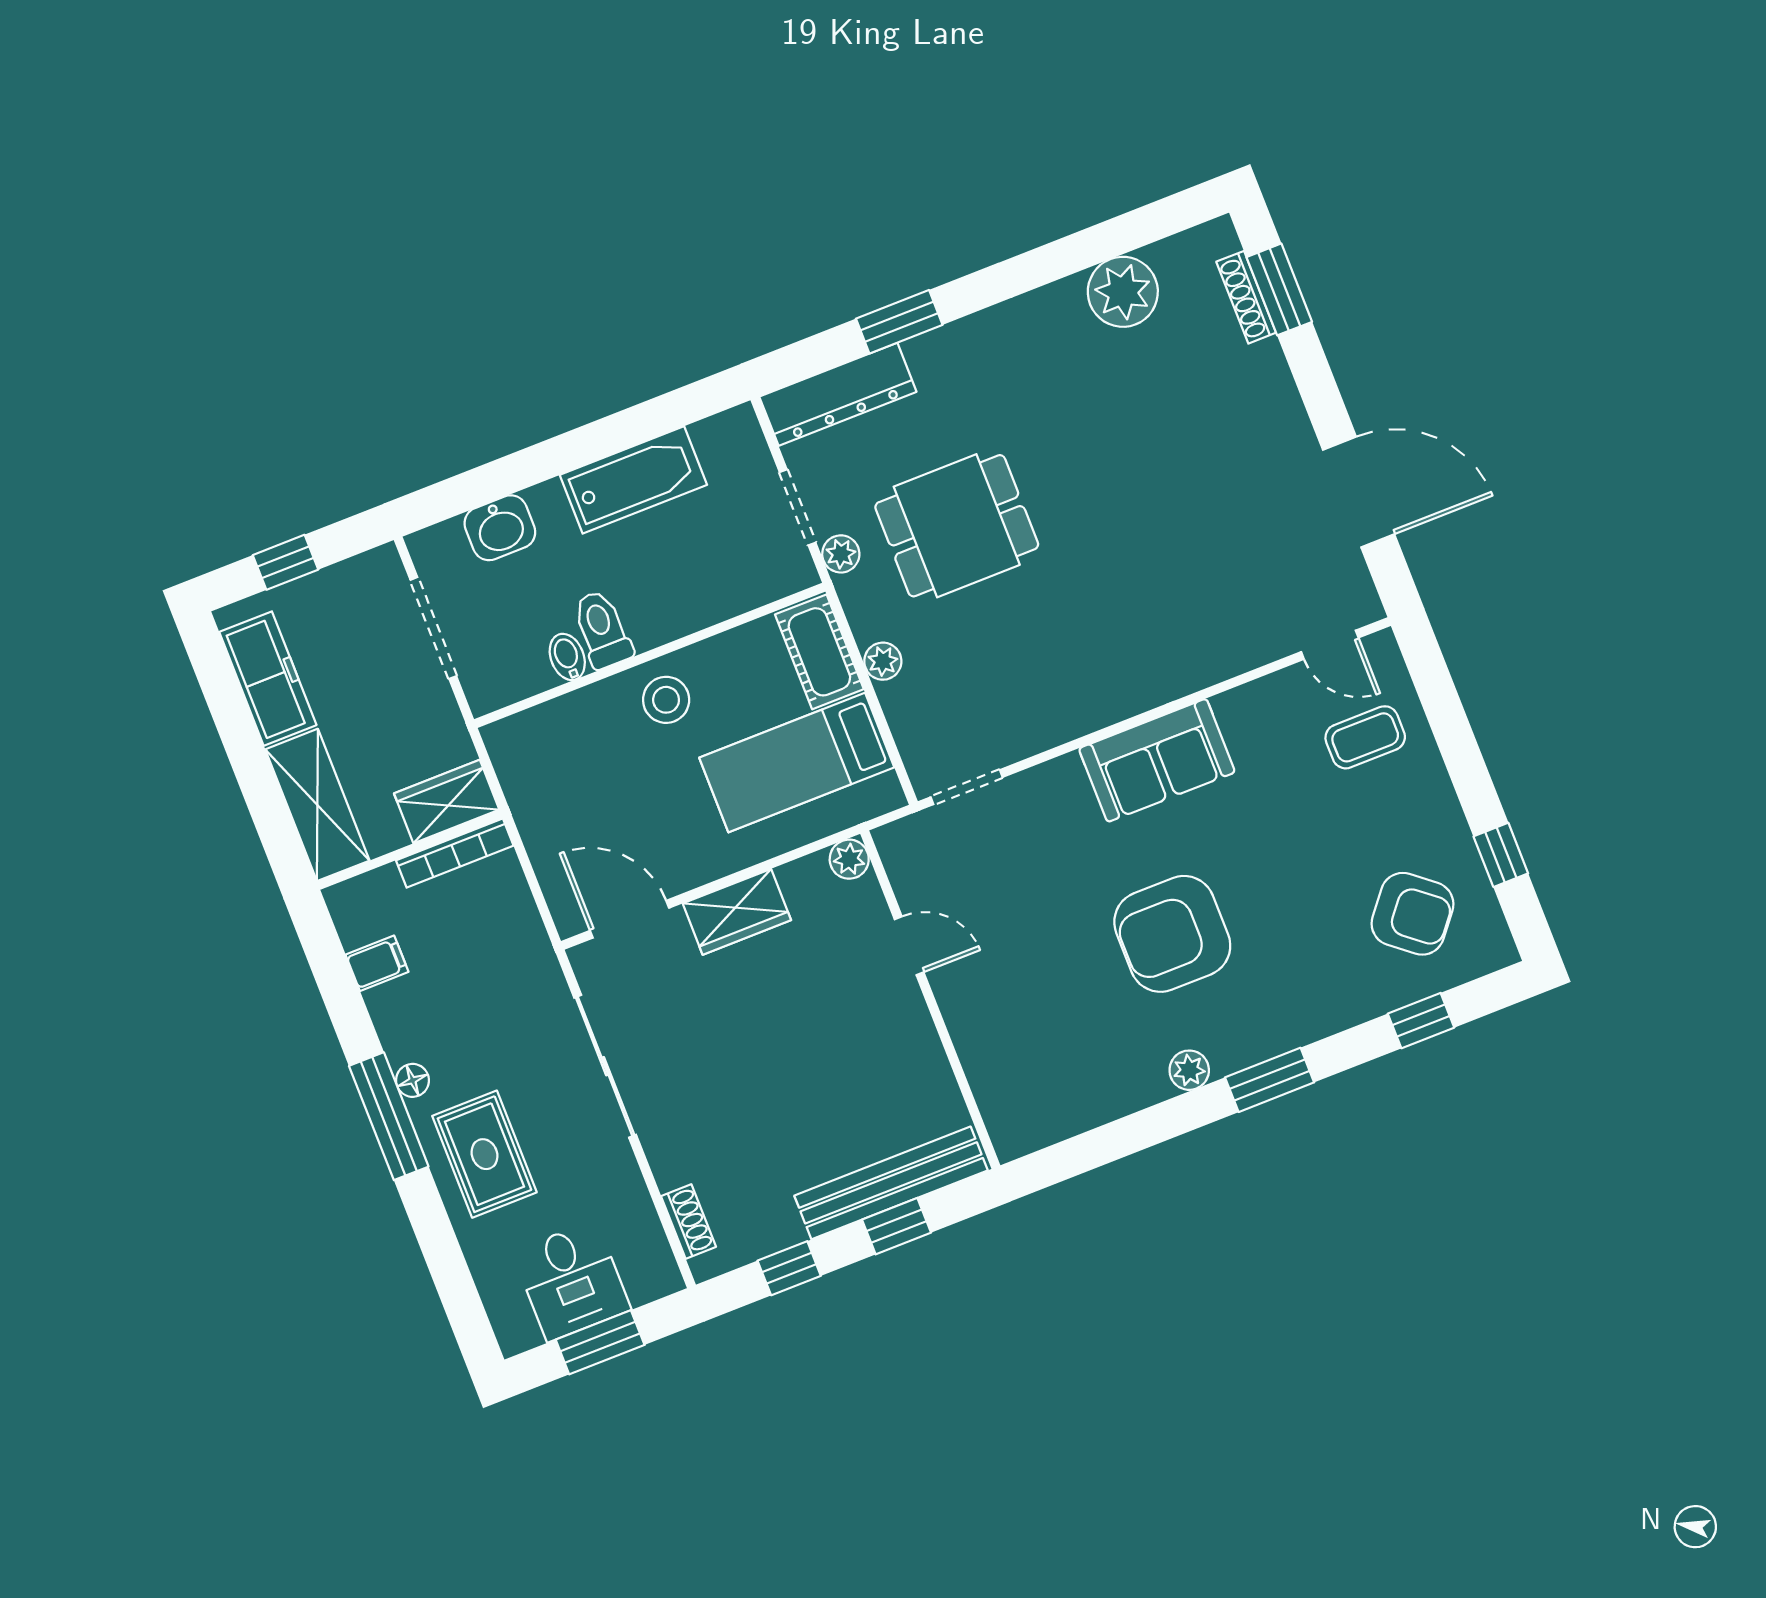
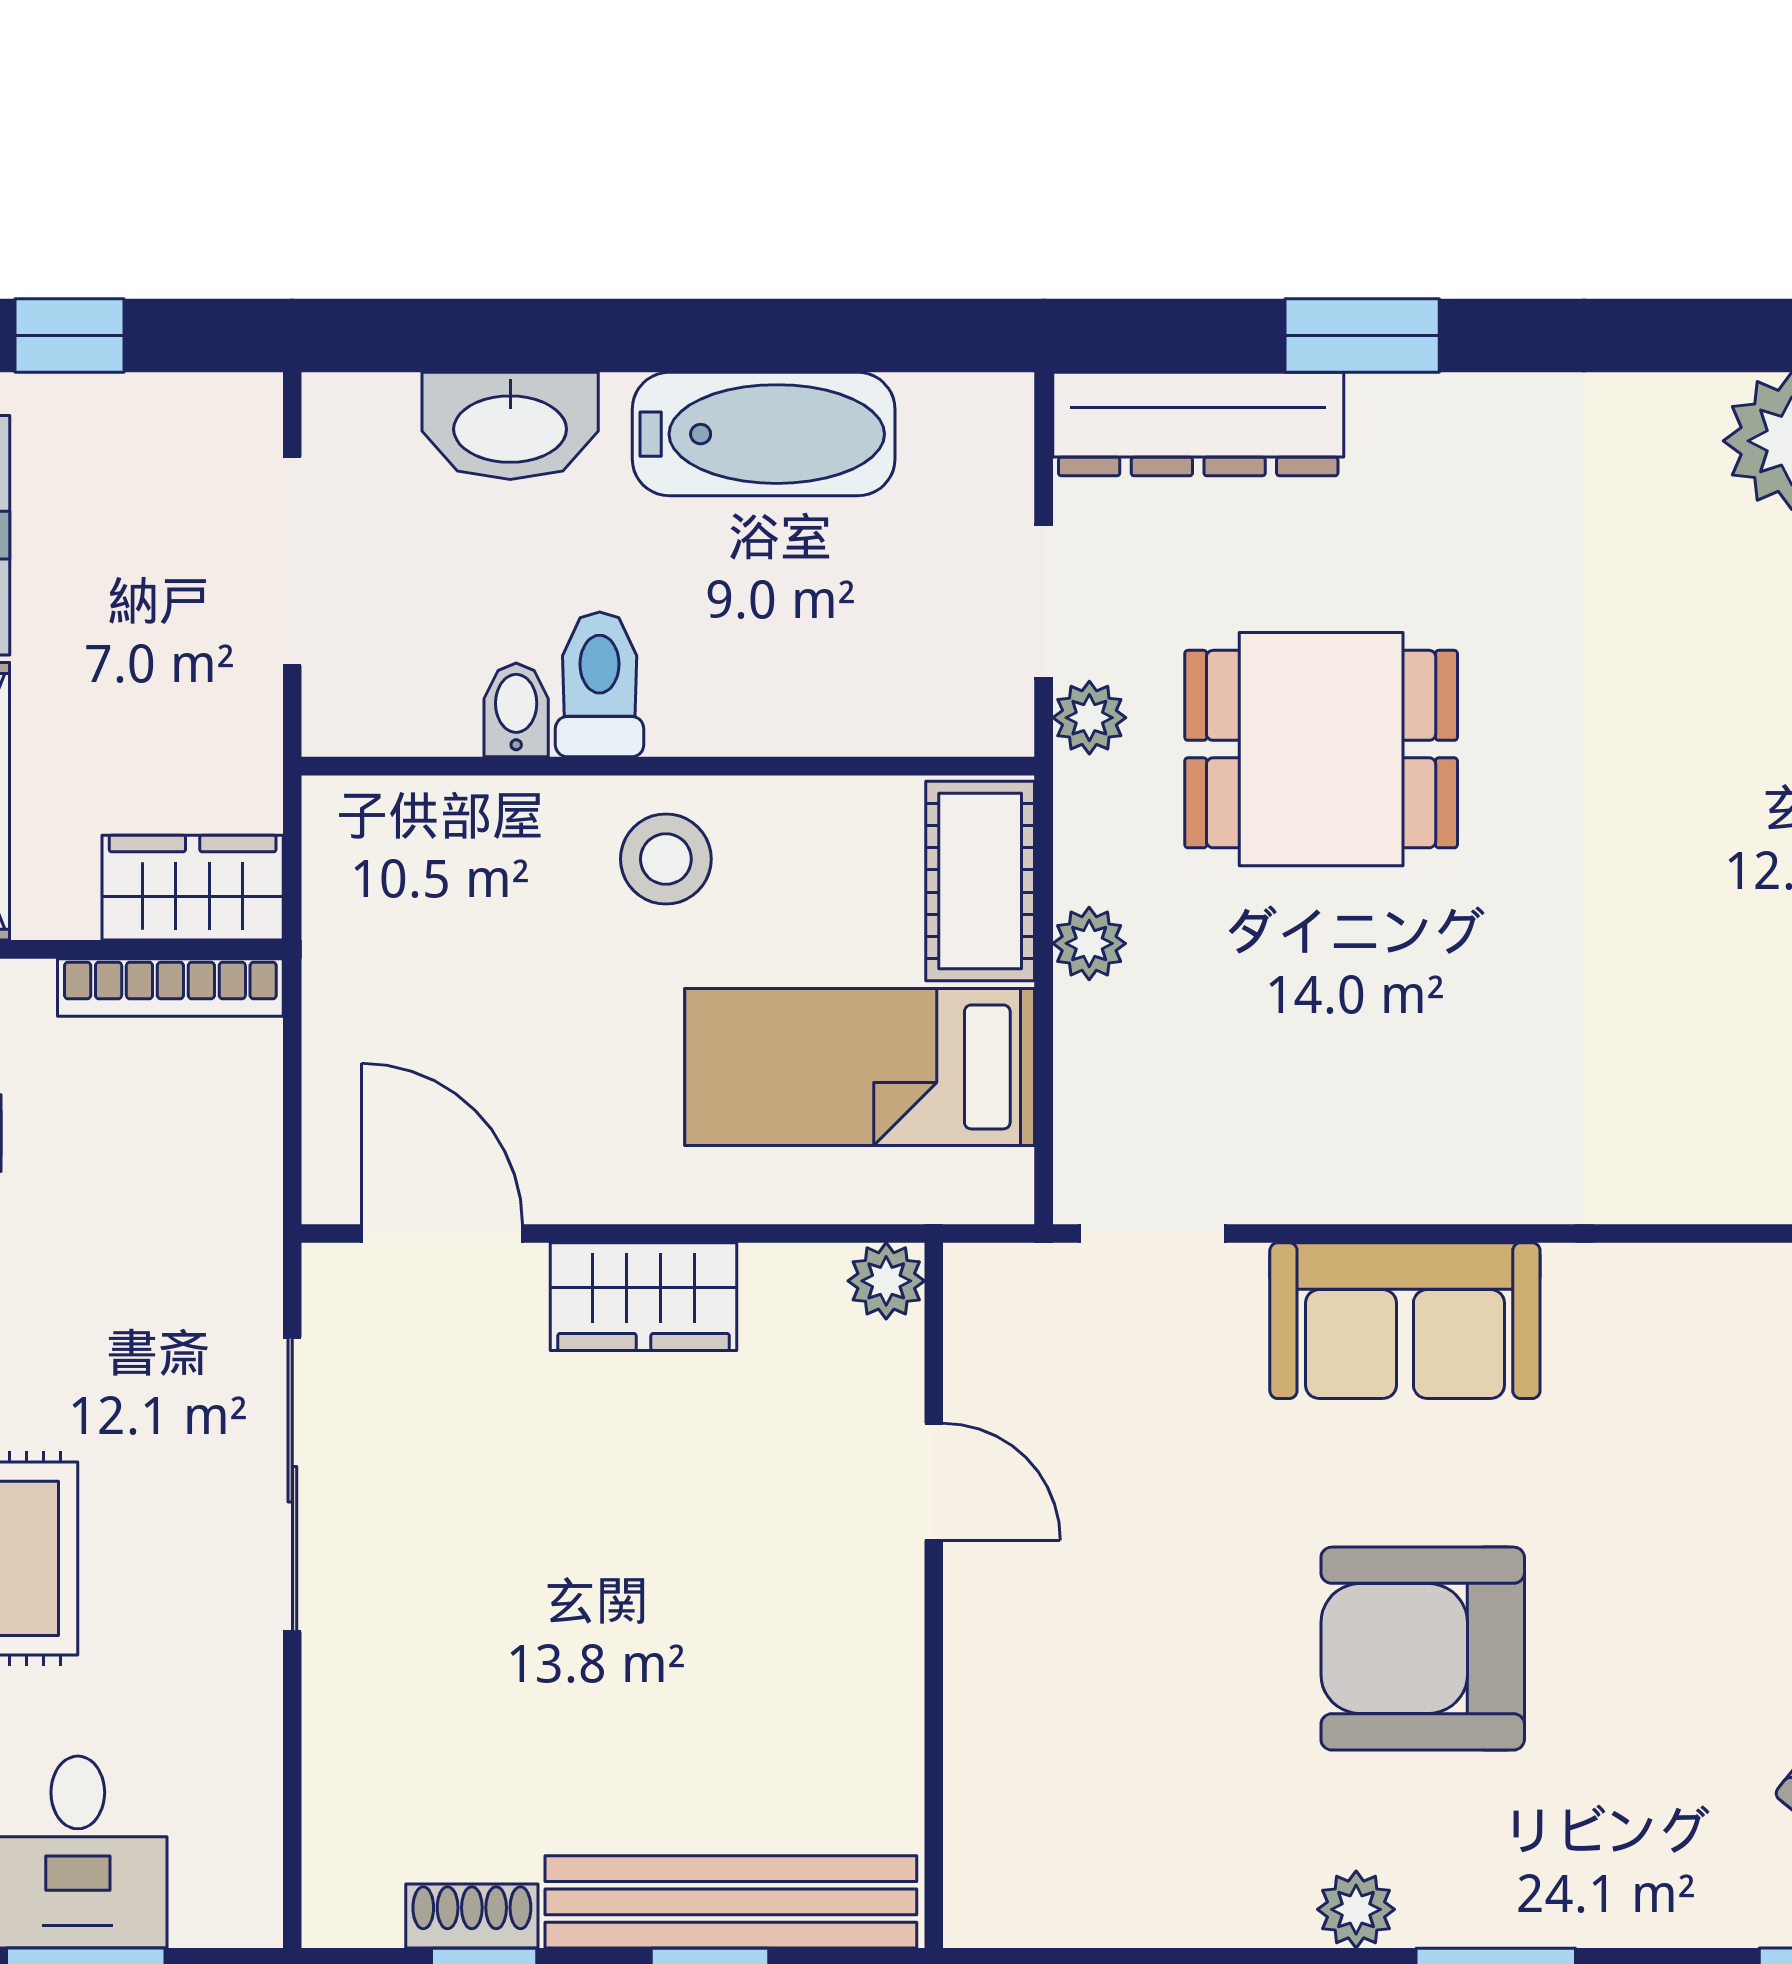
washbasin: (500, 528) -> (510, 426), width x1.38
sofa: (1157, 760) -> (1405, 1321), moved
shoe rack: (688, 1221) -> (472, 1916), moved, turned -90

